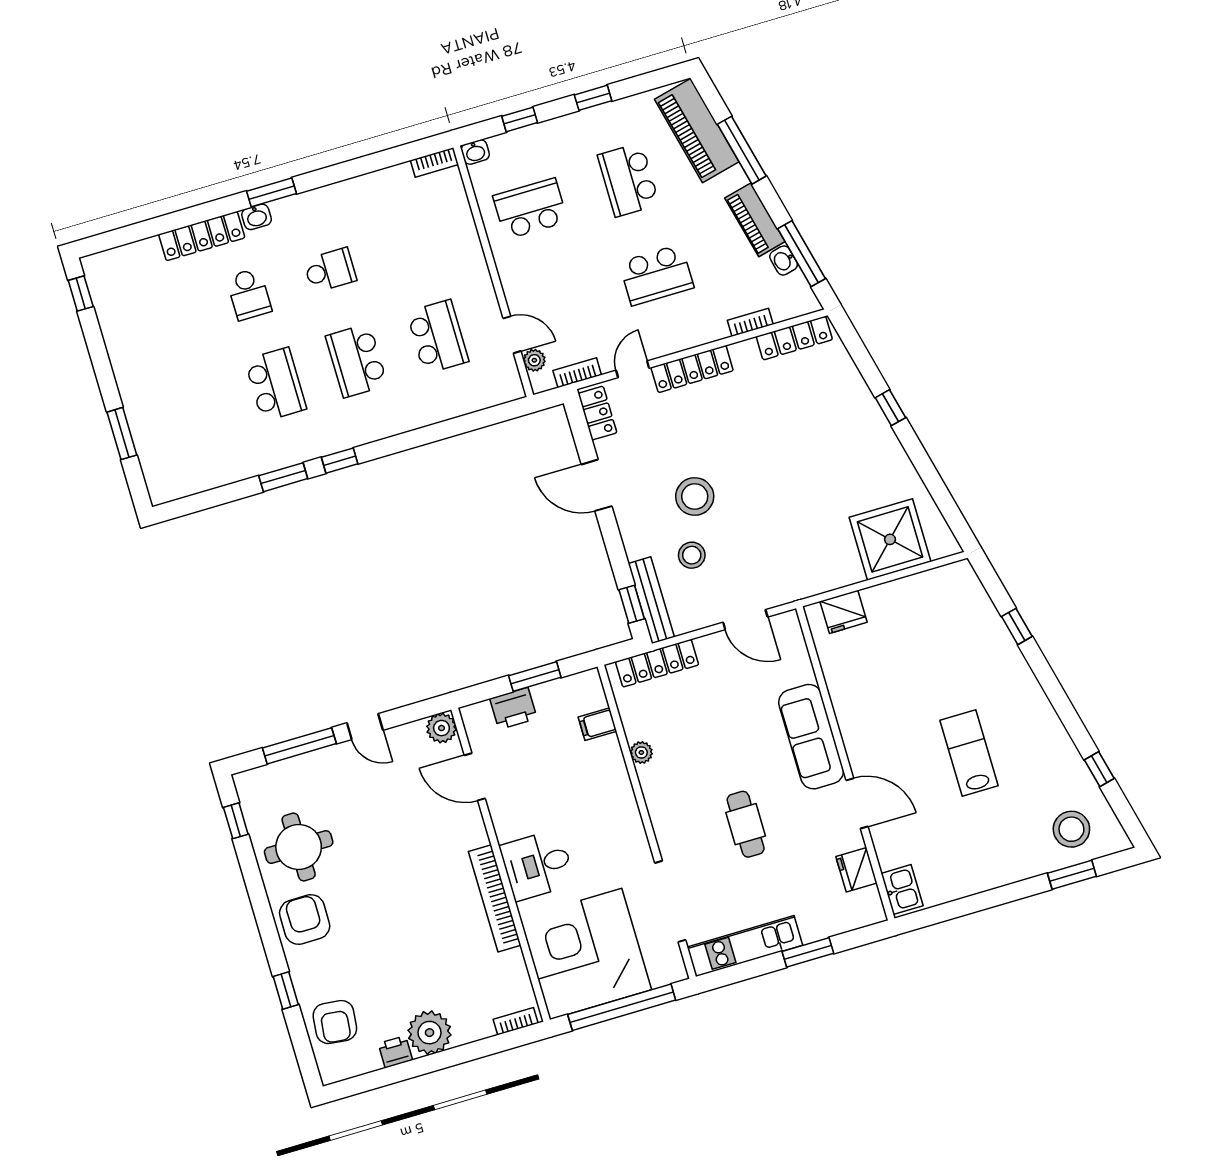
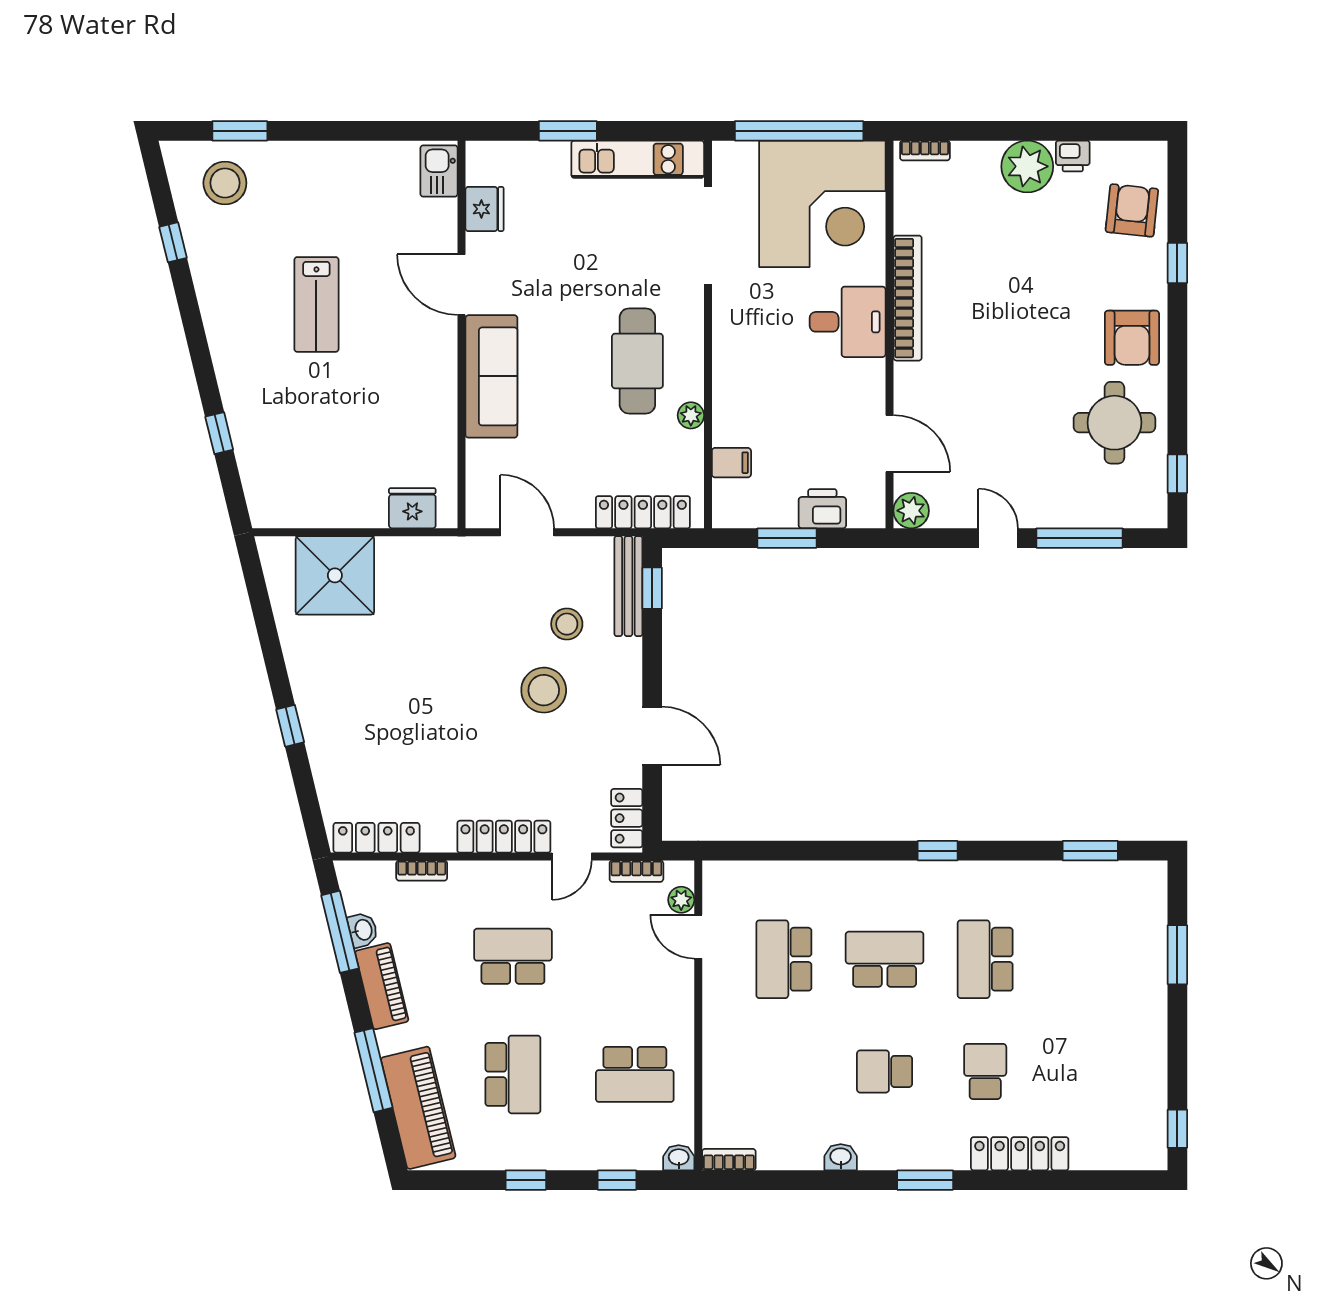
washbasin: (257, 217) -> (841, 1157), moved
school desk: (357, 361) -> (885, 959), turned -90
window: (283, 477) -> (1090, 851), moved
cafe table: (746, 824) -> (637, 361), moved, width x1.37, depth x1.35

